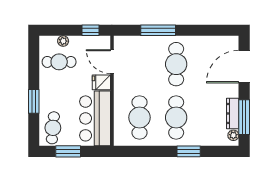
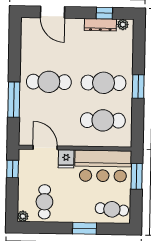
plant: (63, 41) -> (23, 216), moved
door: (112, 62) -> (45, 148), swing flipped
door: (244, 67) -> (53, 12), width x0.73
window: (244, 117) -> (104, 13), width x0.46
window: (68, 151) -> (137, 176), moved
window: (189, 151) -> (138, 87), moved

